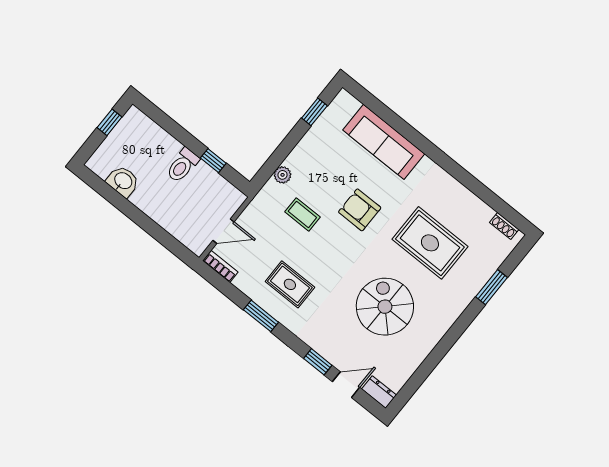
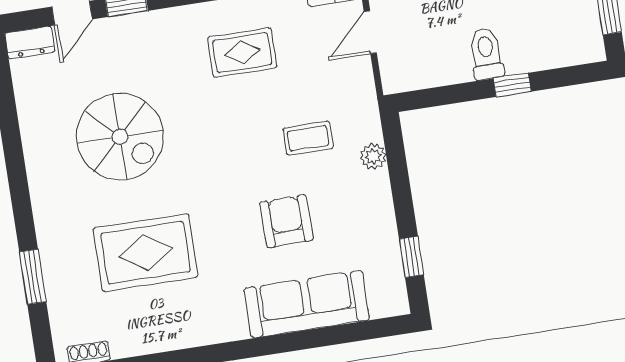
window: (213, 161) -> (512, 85), moved
armchair: (360, 210) -> (286, 221), moved, turned -91

